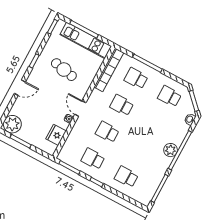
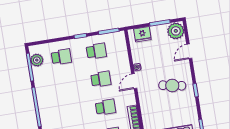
cafe table: (64, 70) -> (172, 85), moved
door: (20, 88) -> (189, 51), moved
door: (80, 109) -> (134, 81), swing flipped
fridge: (56, 135) -> (142, 34), moved, turned 90
plant: (171, 150) -> (37, 60), moved

